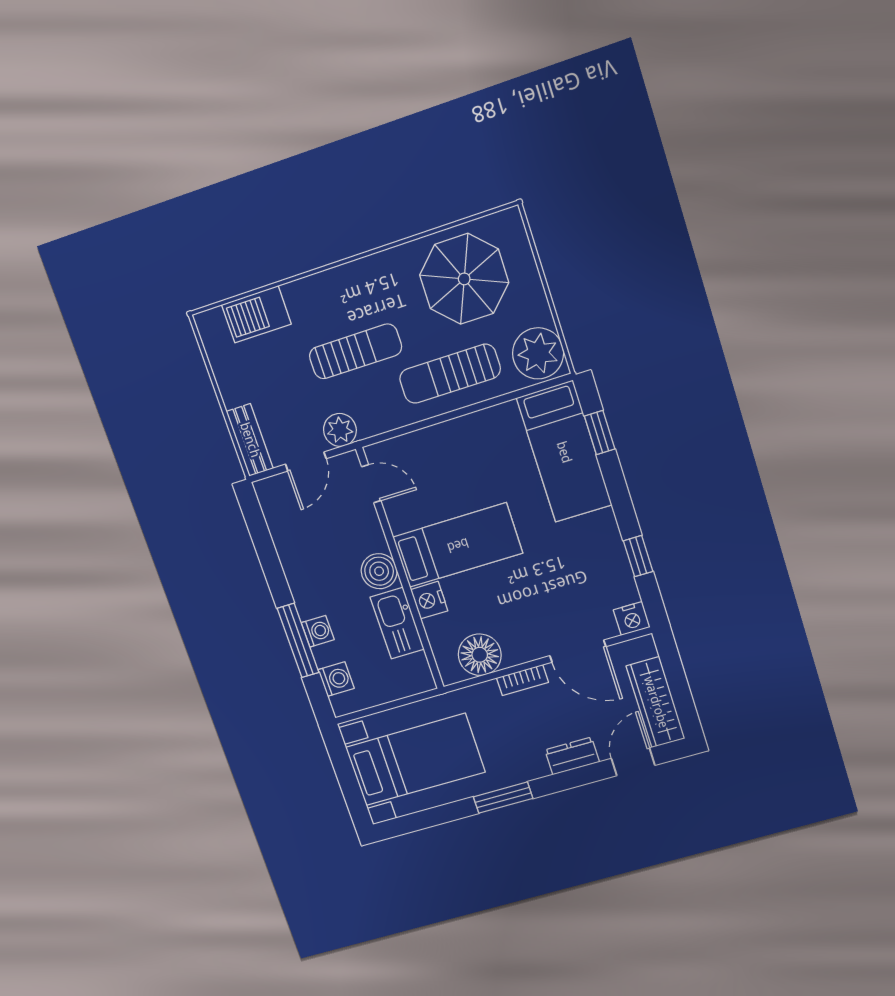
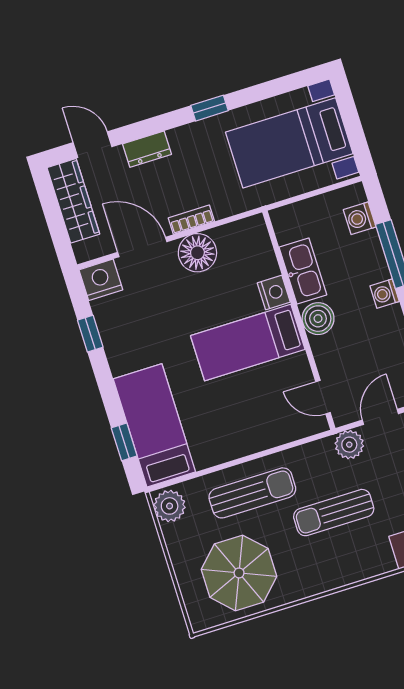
plant: (538, 353) -> (170, 506), width x0.73, depth x0.73
nightstand: (632, 619) -> (101, 280), width x1.36, depth x1.33
washing machine: (318, 631) -> (385, 294), moved
floor lamp: (480, 655) -> (197, 253), moved
door: (633, 762) -> (93, 145), swing flipped
window: (503, 798) -> (209, 108), width x0.67

